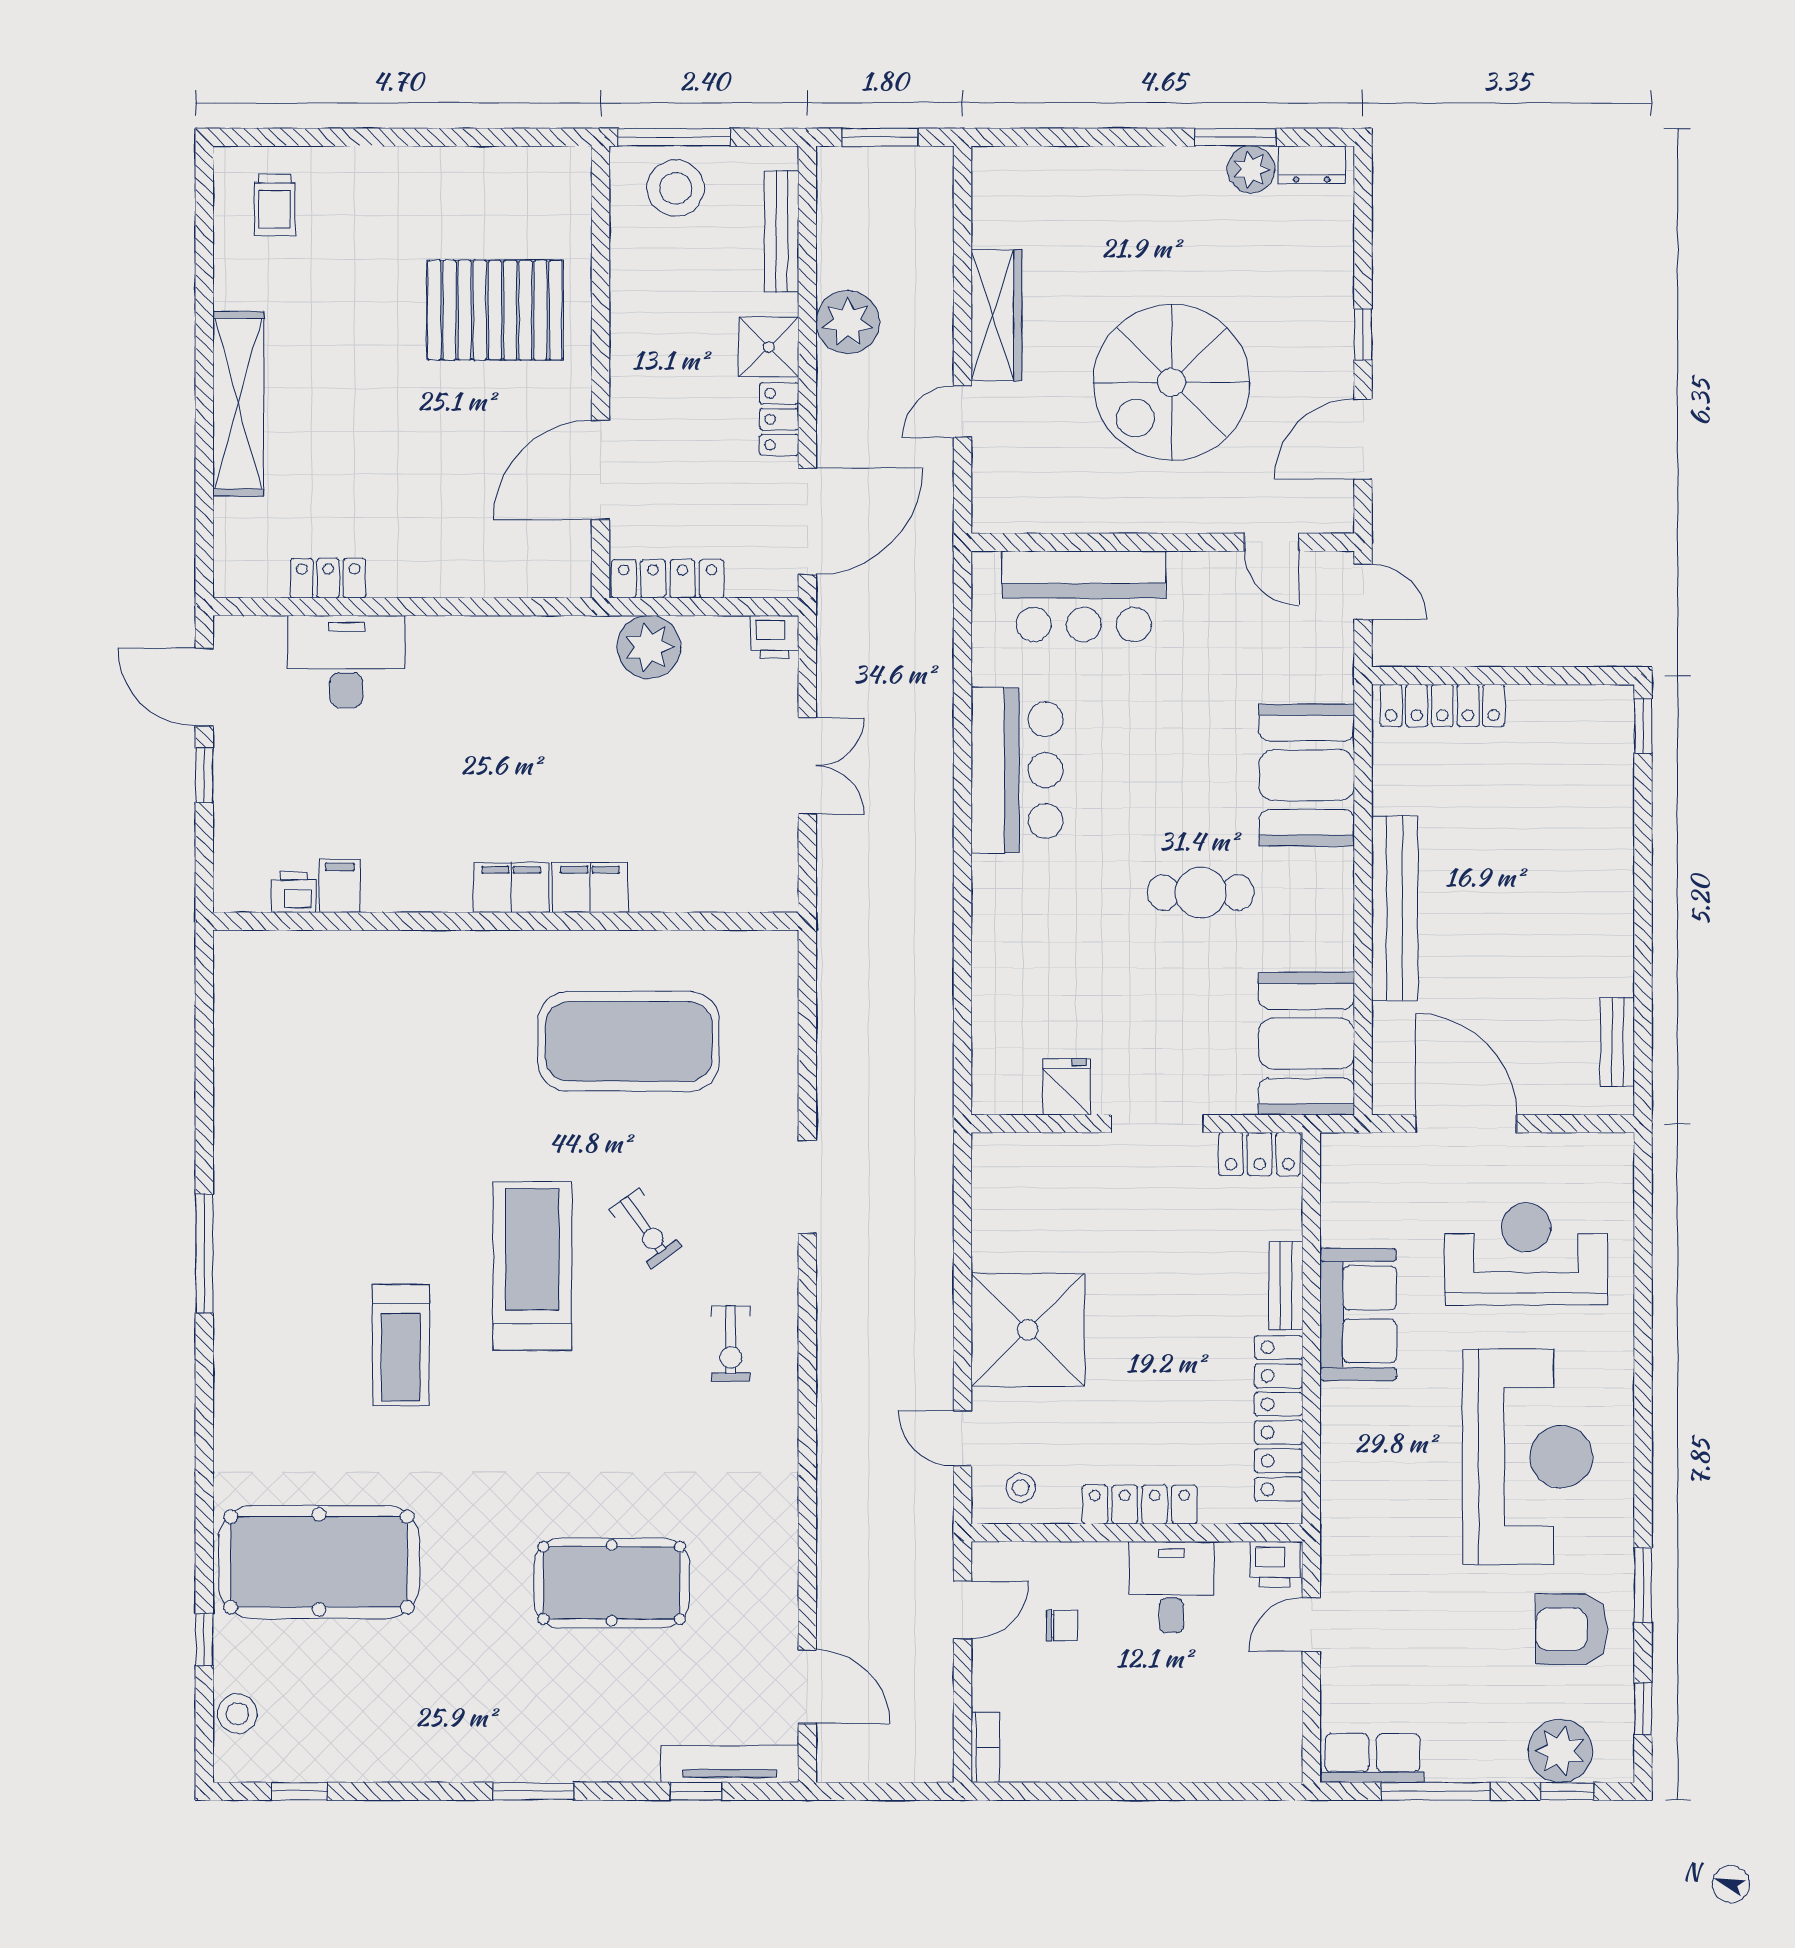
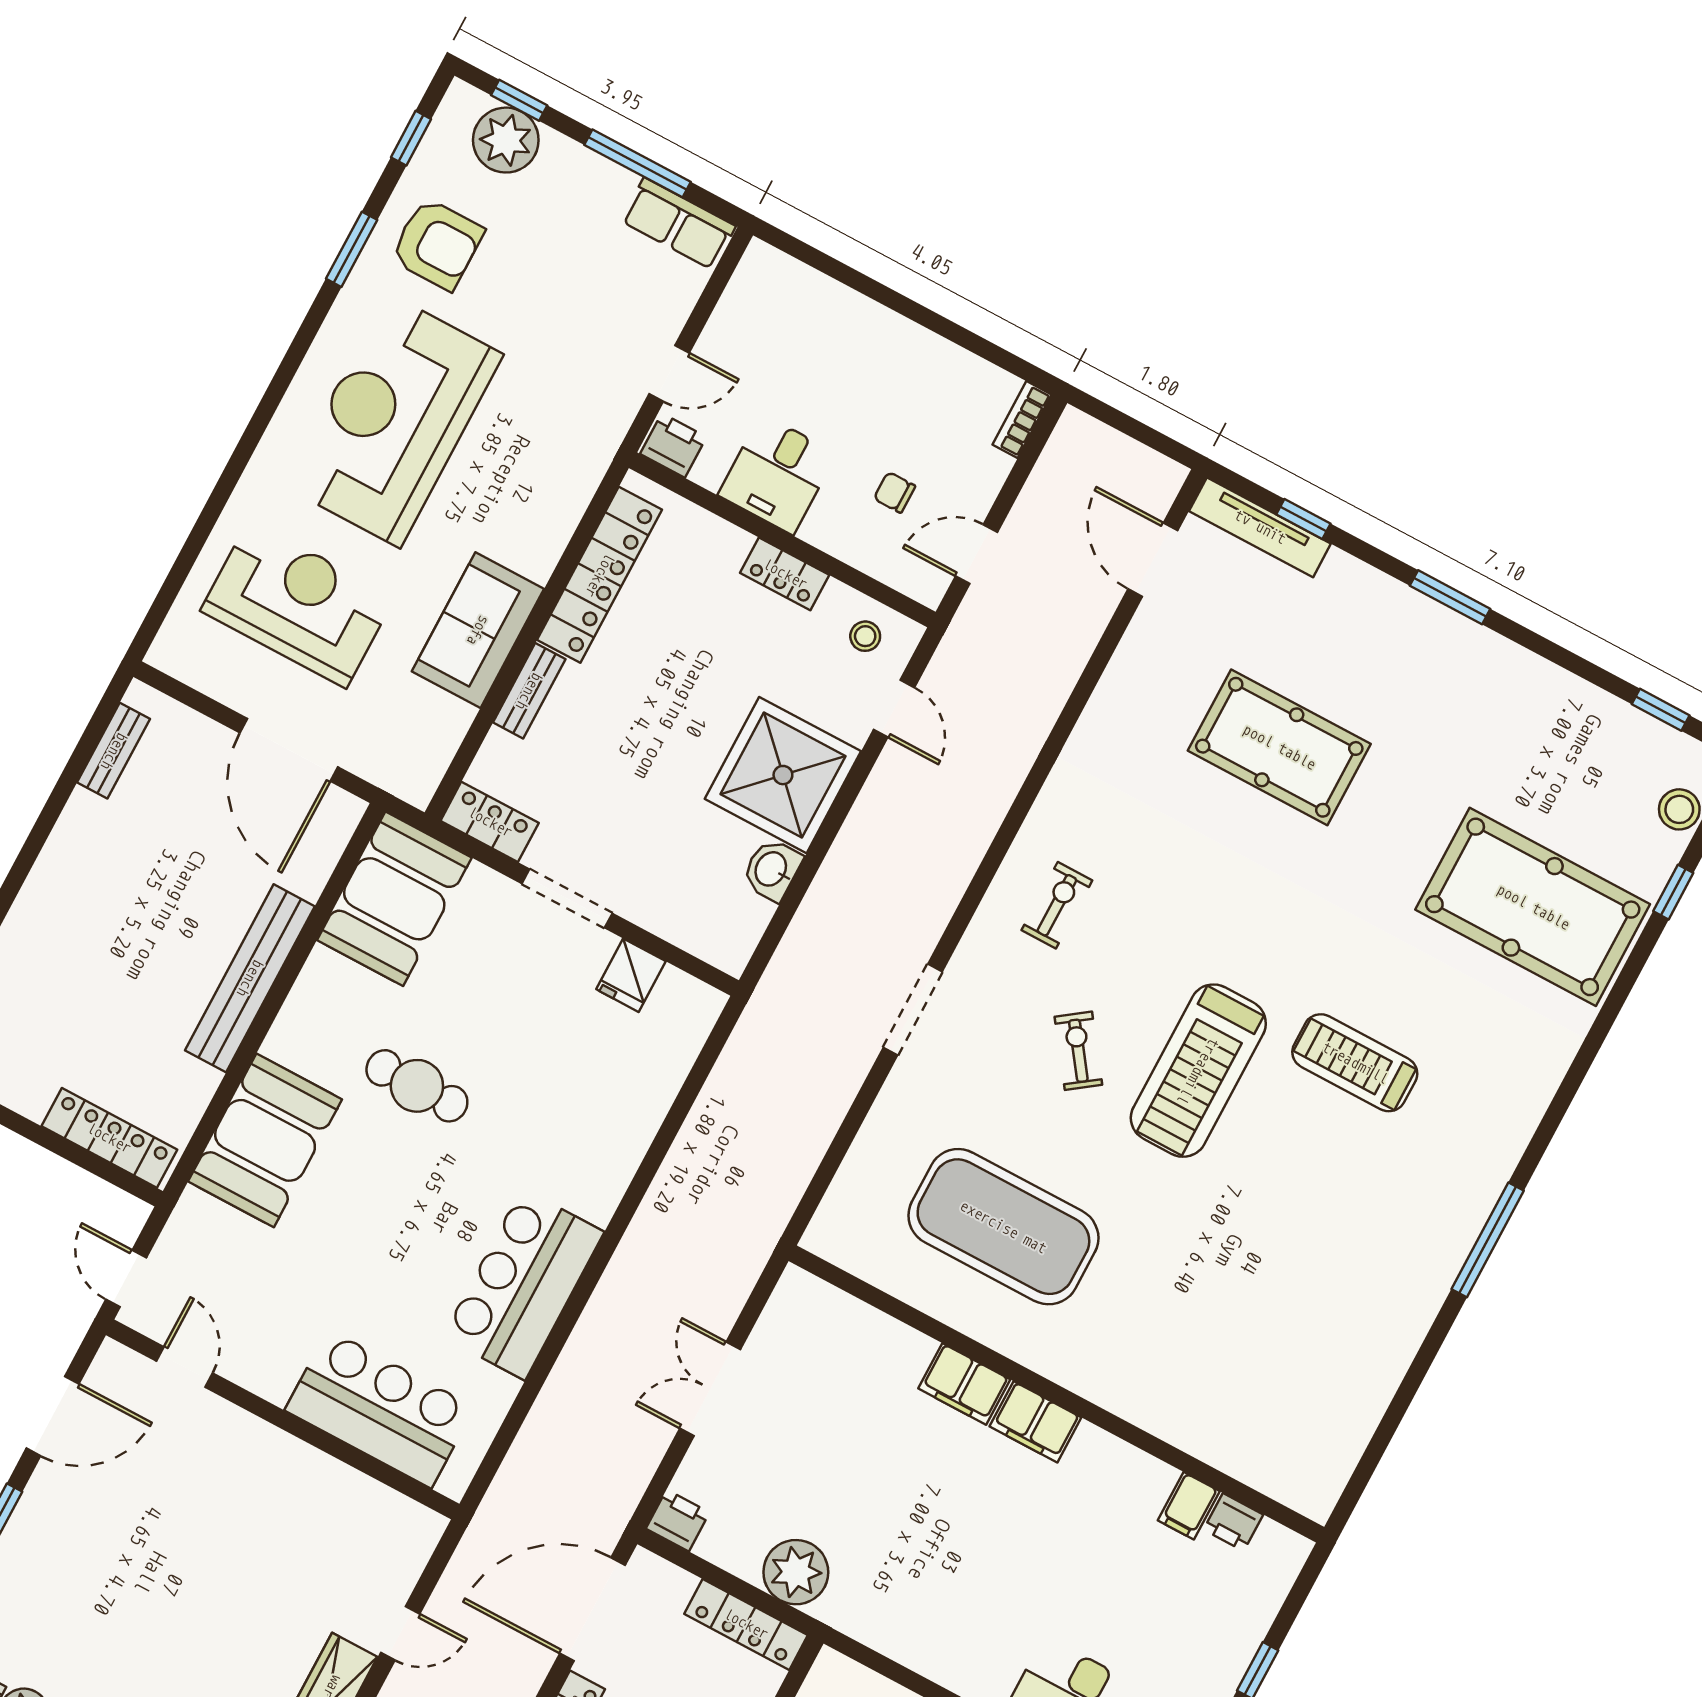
spiral stairs: (1171, 382) -> (198, 1559), removed
washbasin: (994, 1243) -> (772, 870), added
reception desk: (1526, 1254) -> (298, 604), turned 180
treadmill: (401, 1345) -> (1355, 1063), turned -90
locker: (1140, 1504) -> (785, 574), width x0.66

